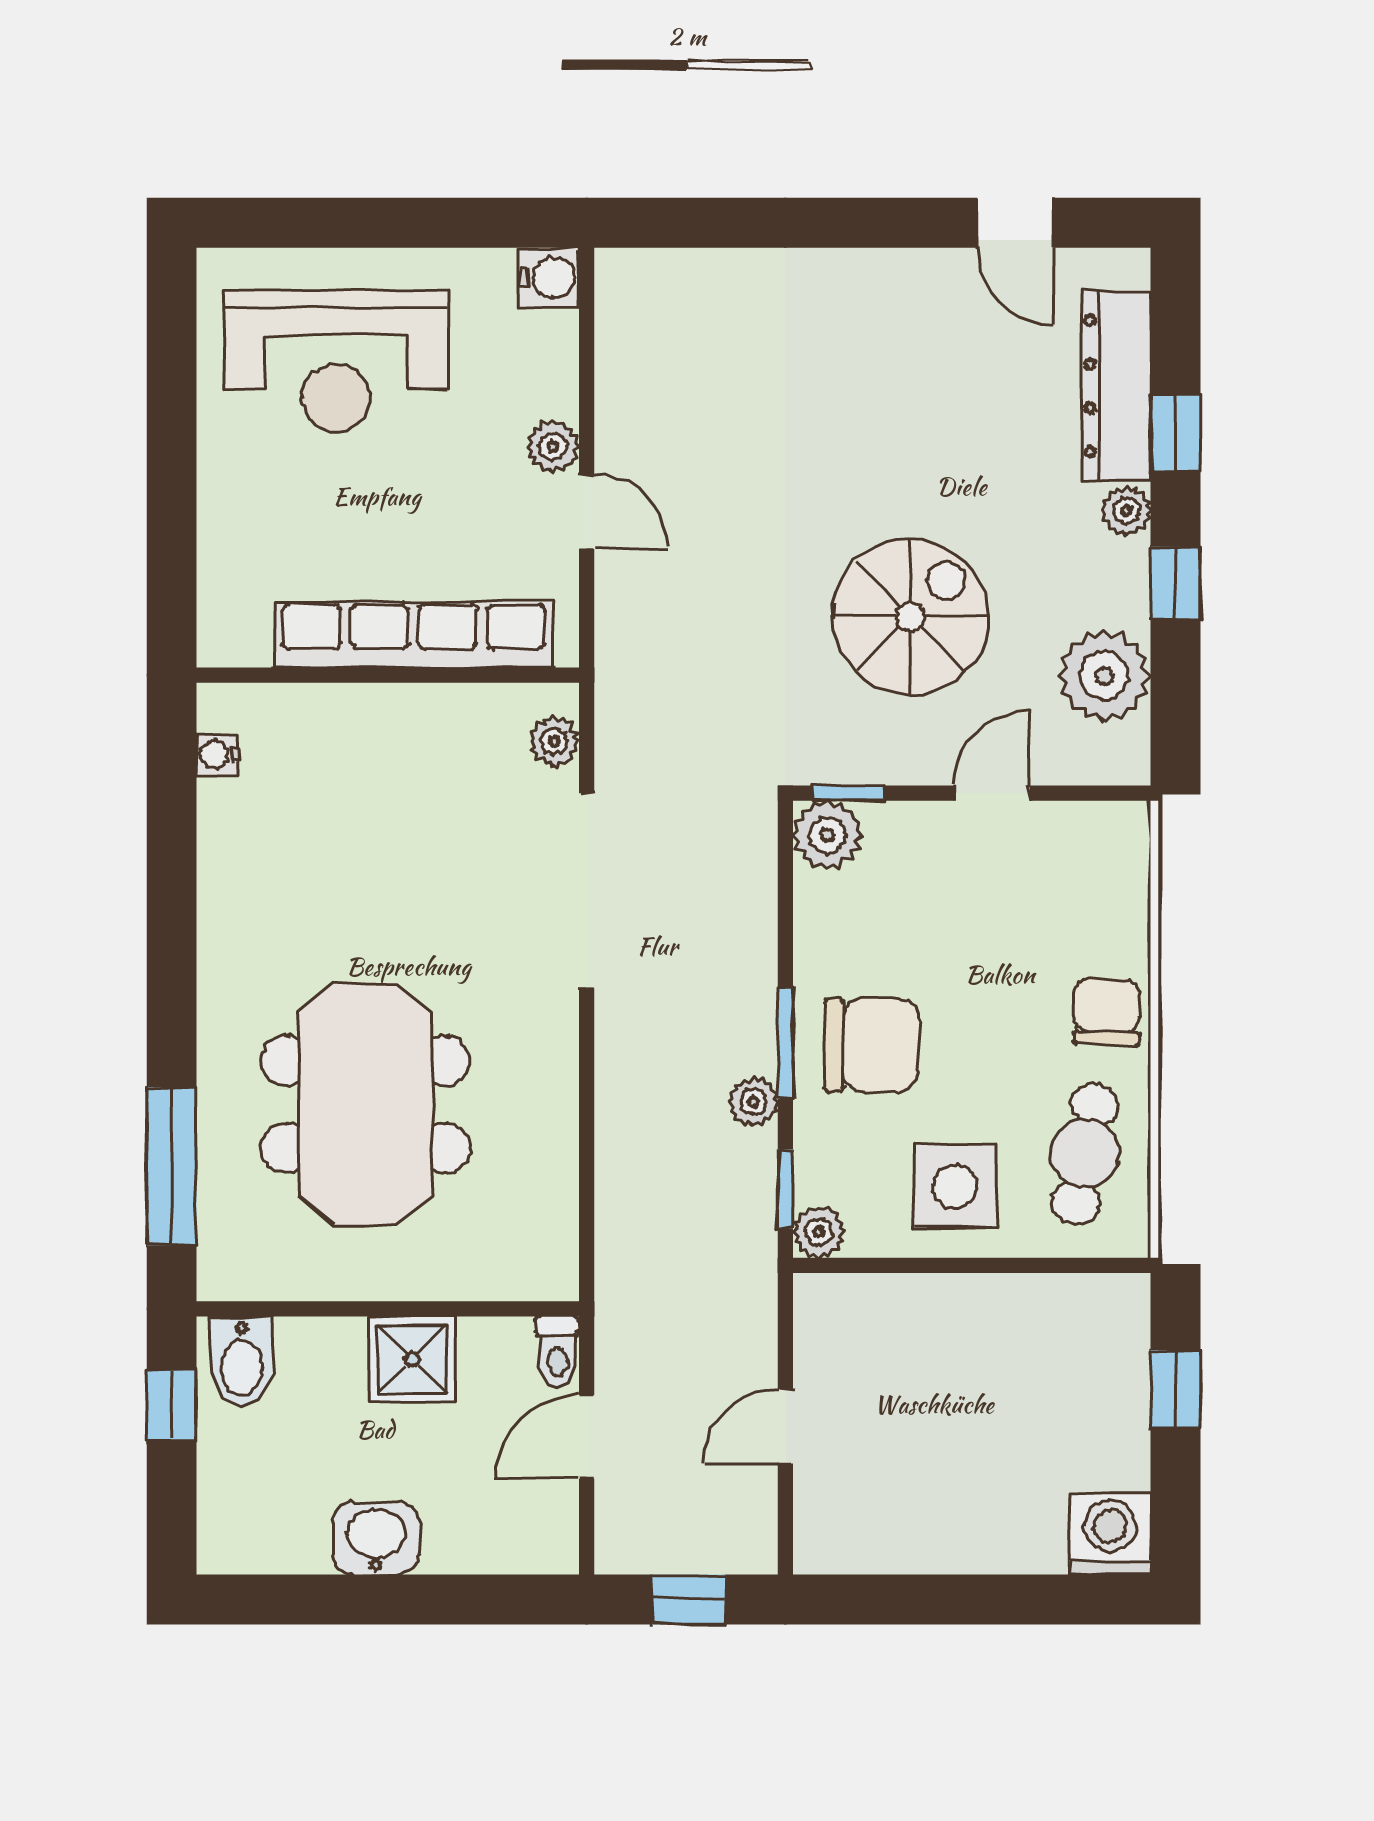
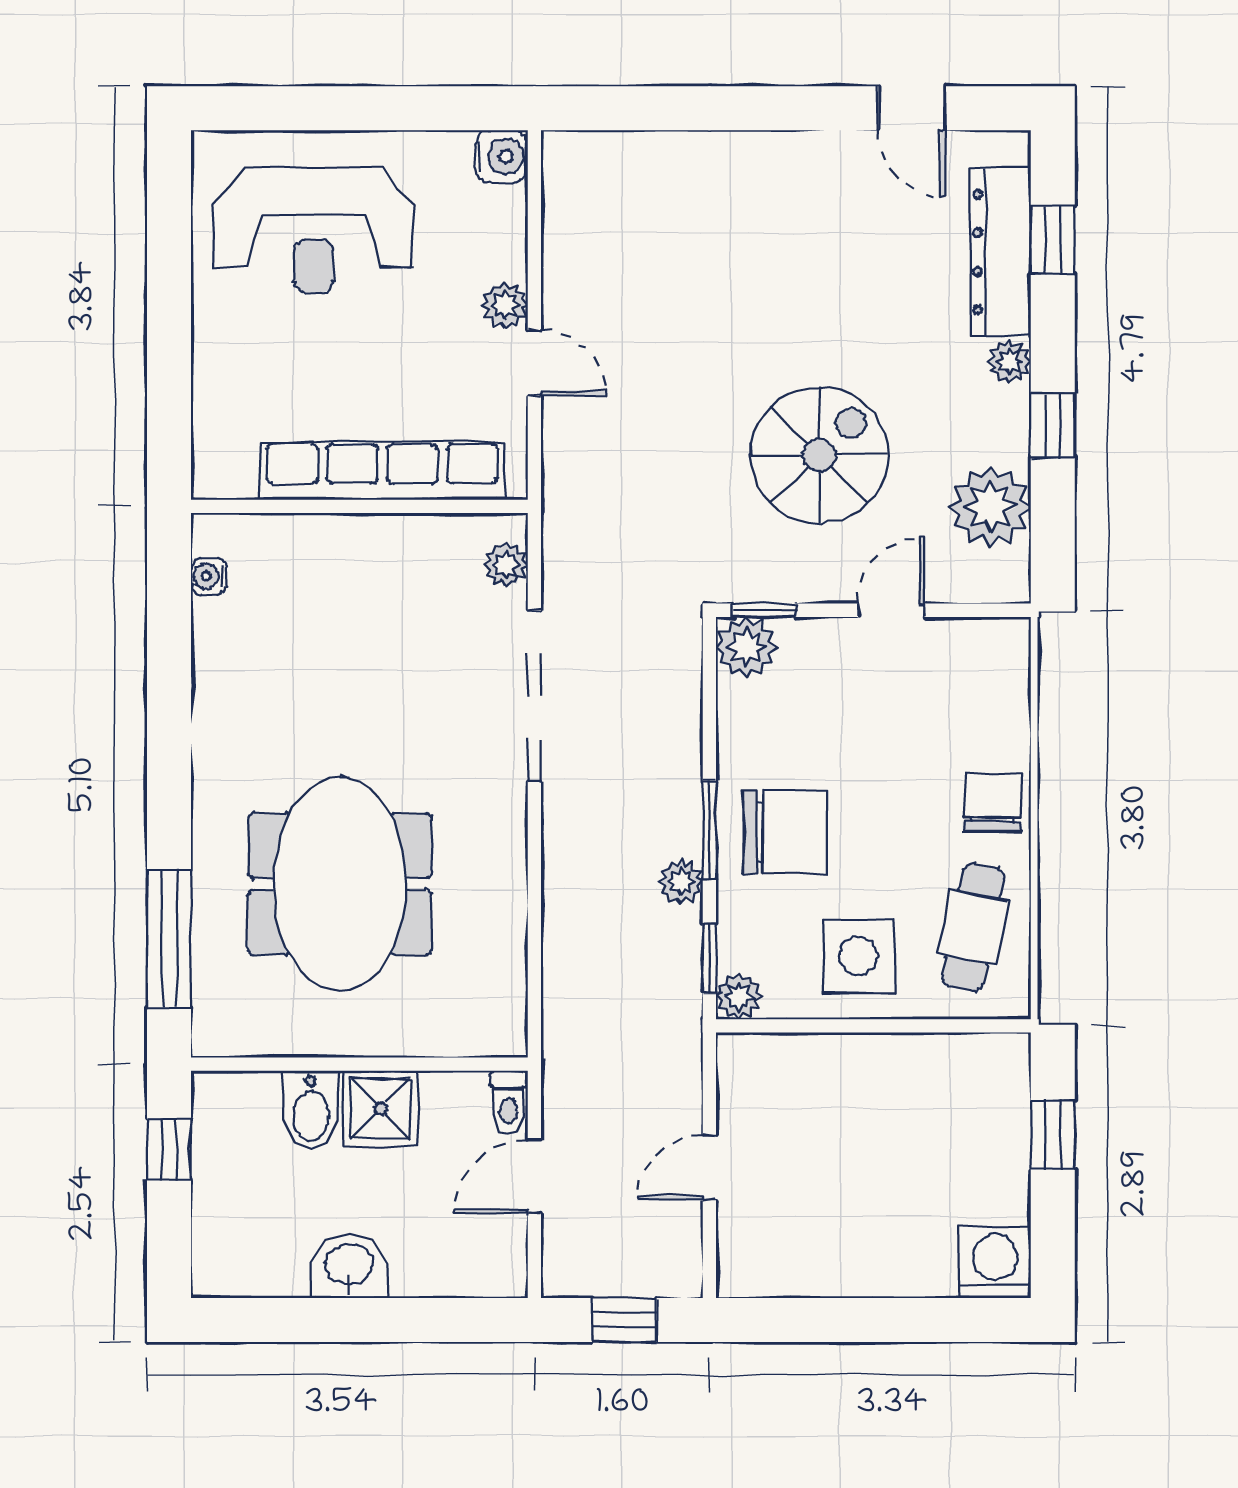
window: (1176, 433) -> (1053, 240), moved
bidet: (241, 1361) -> (311, 1110), moved

